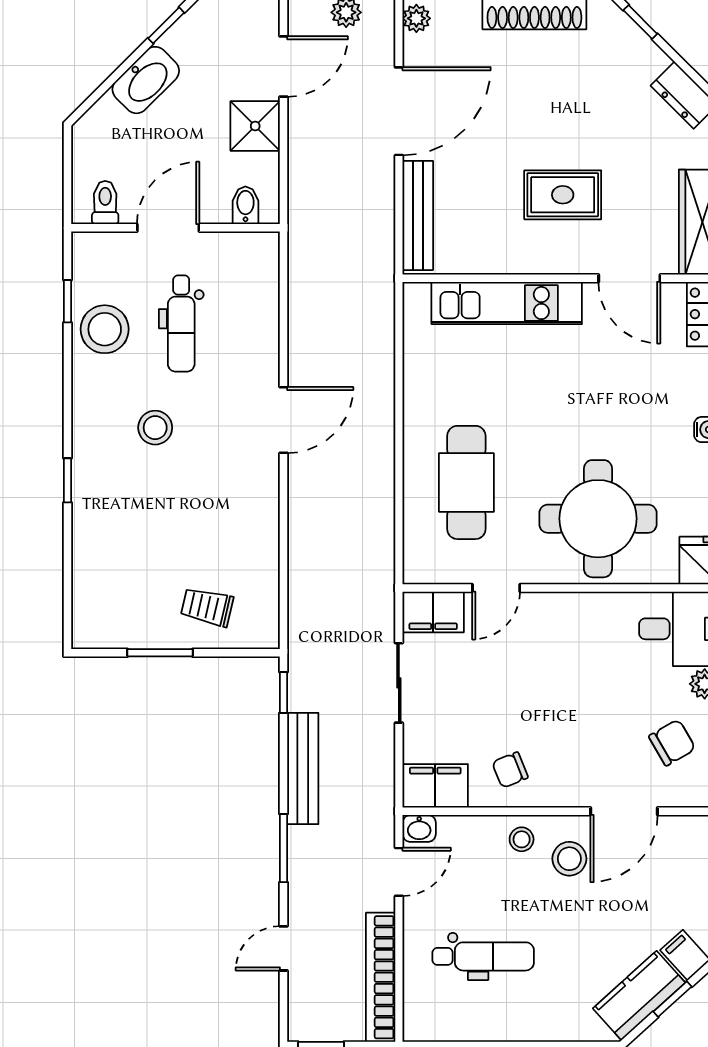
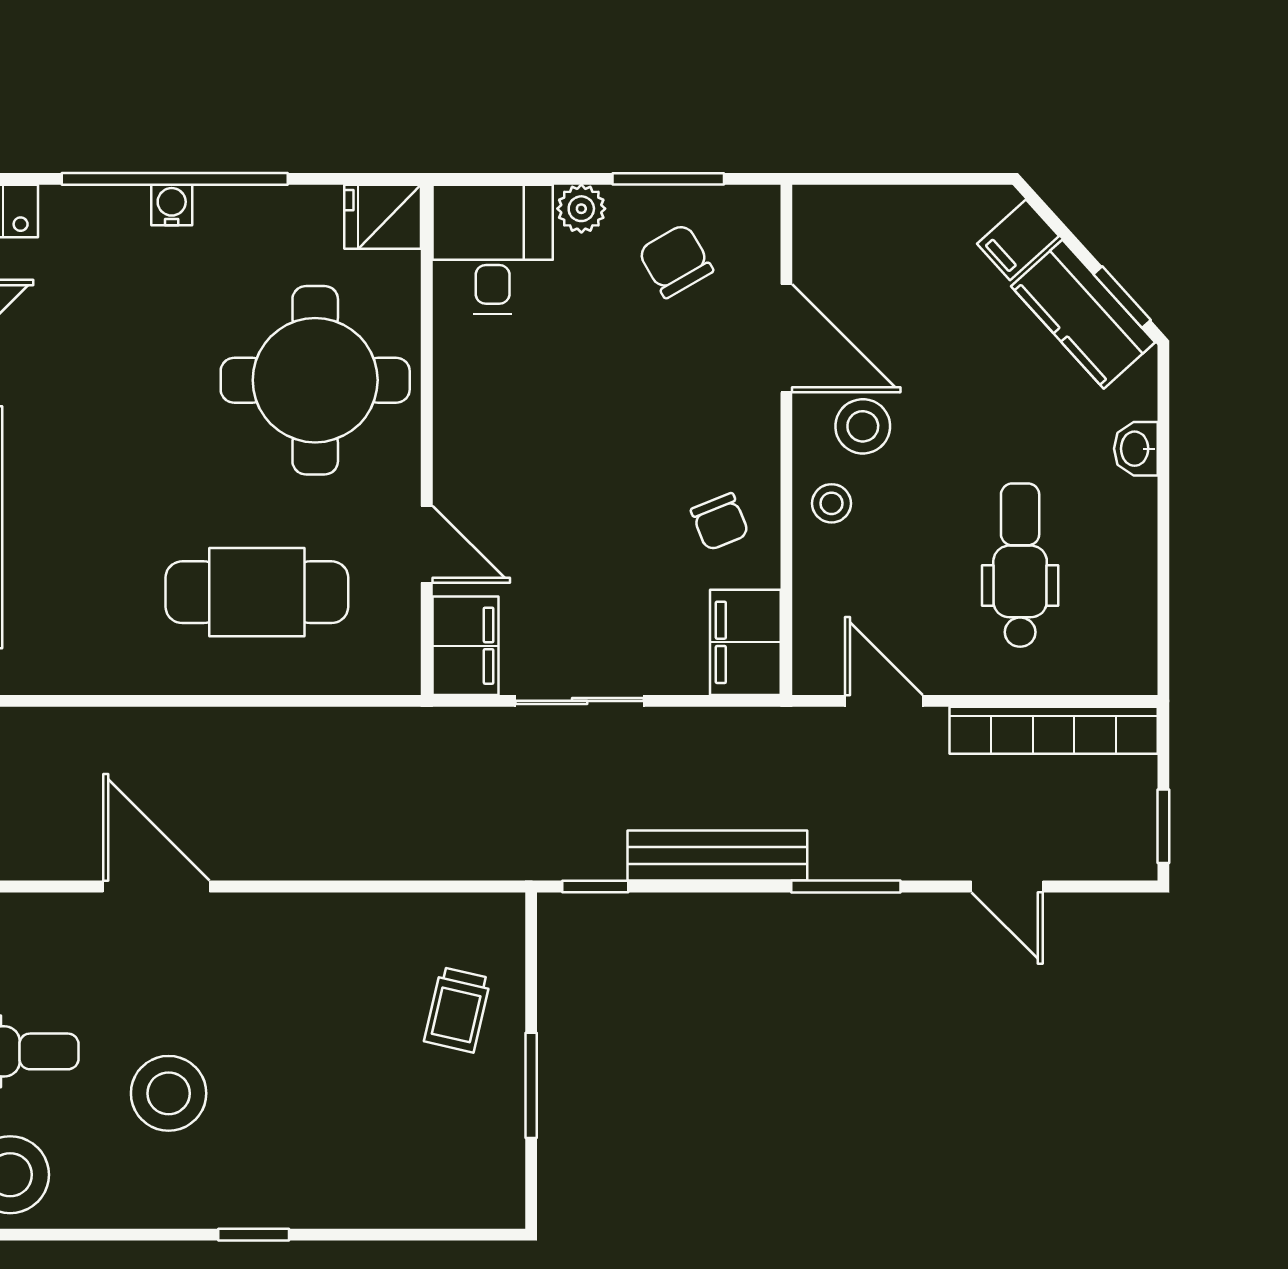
stool: (155, 428) -> (169, 1093), width x1.38, depth x1.38
washbasin: (419, 828) -> (1136, 449), moved, turned 180
window: (672, 999) -> (1122, 297), moved

